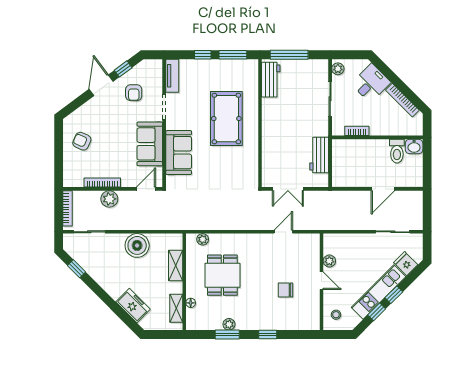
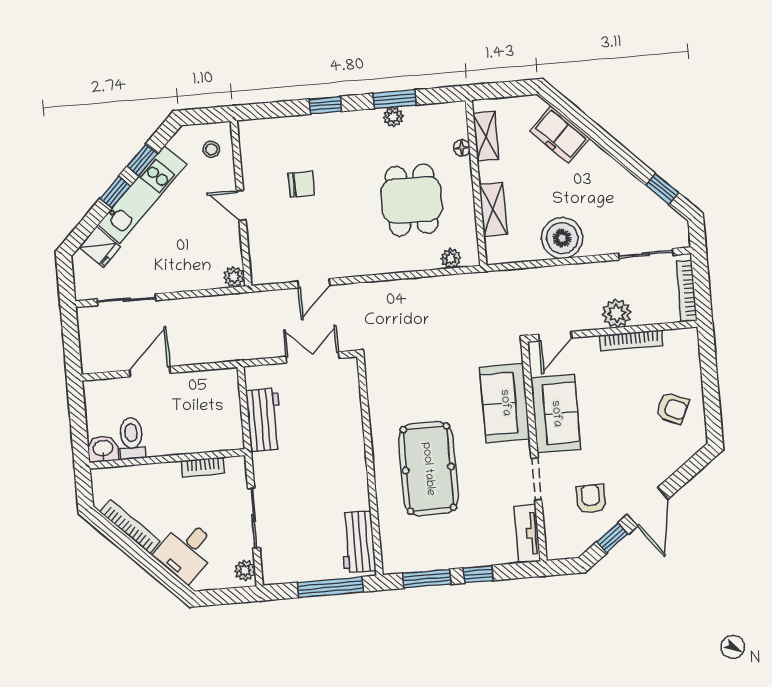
plant: (329, 261) -> (234, 277), moved

